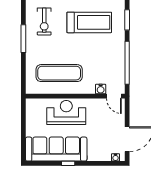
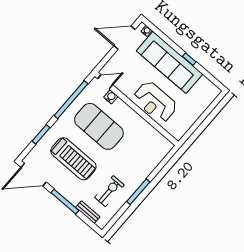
treadmill: (89, 22) -> (73, 159), turned 180
exercise mat: (59, 73) -> (99, 126), moved, width x1.47
door: (114, 96) -> (105, 82), hinge flipped
sofa: (56, 149) -> (169, 62), moved

